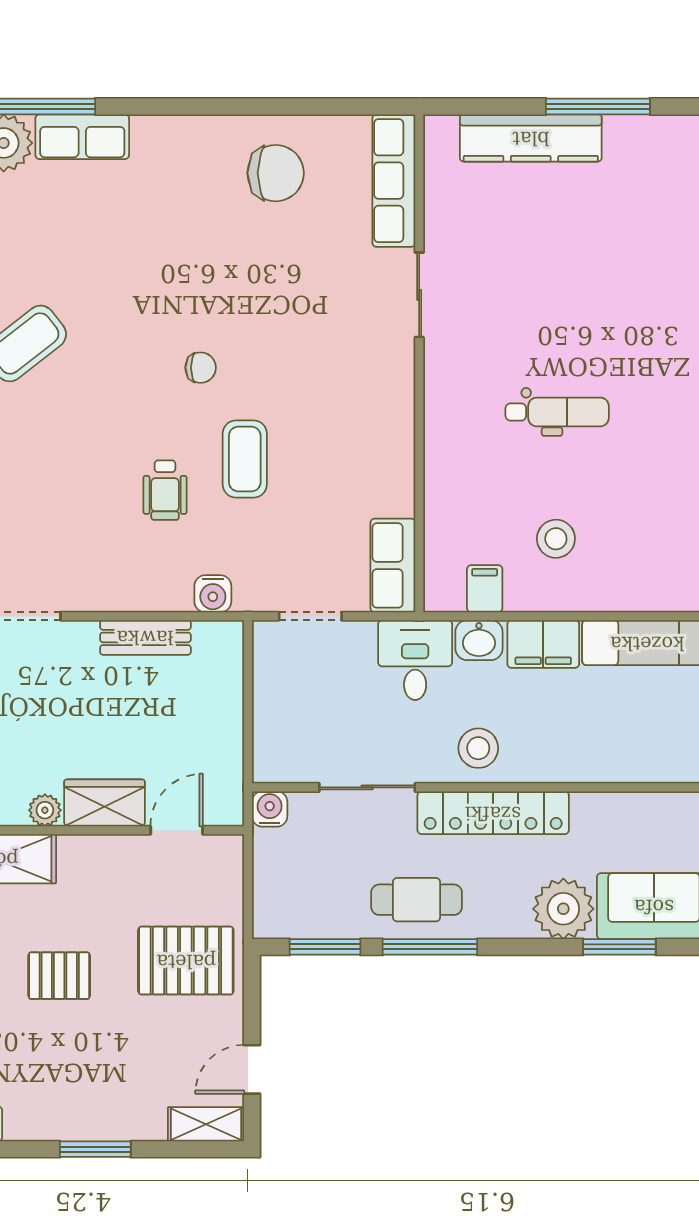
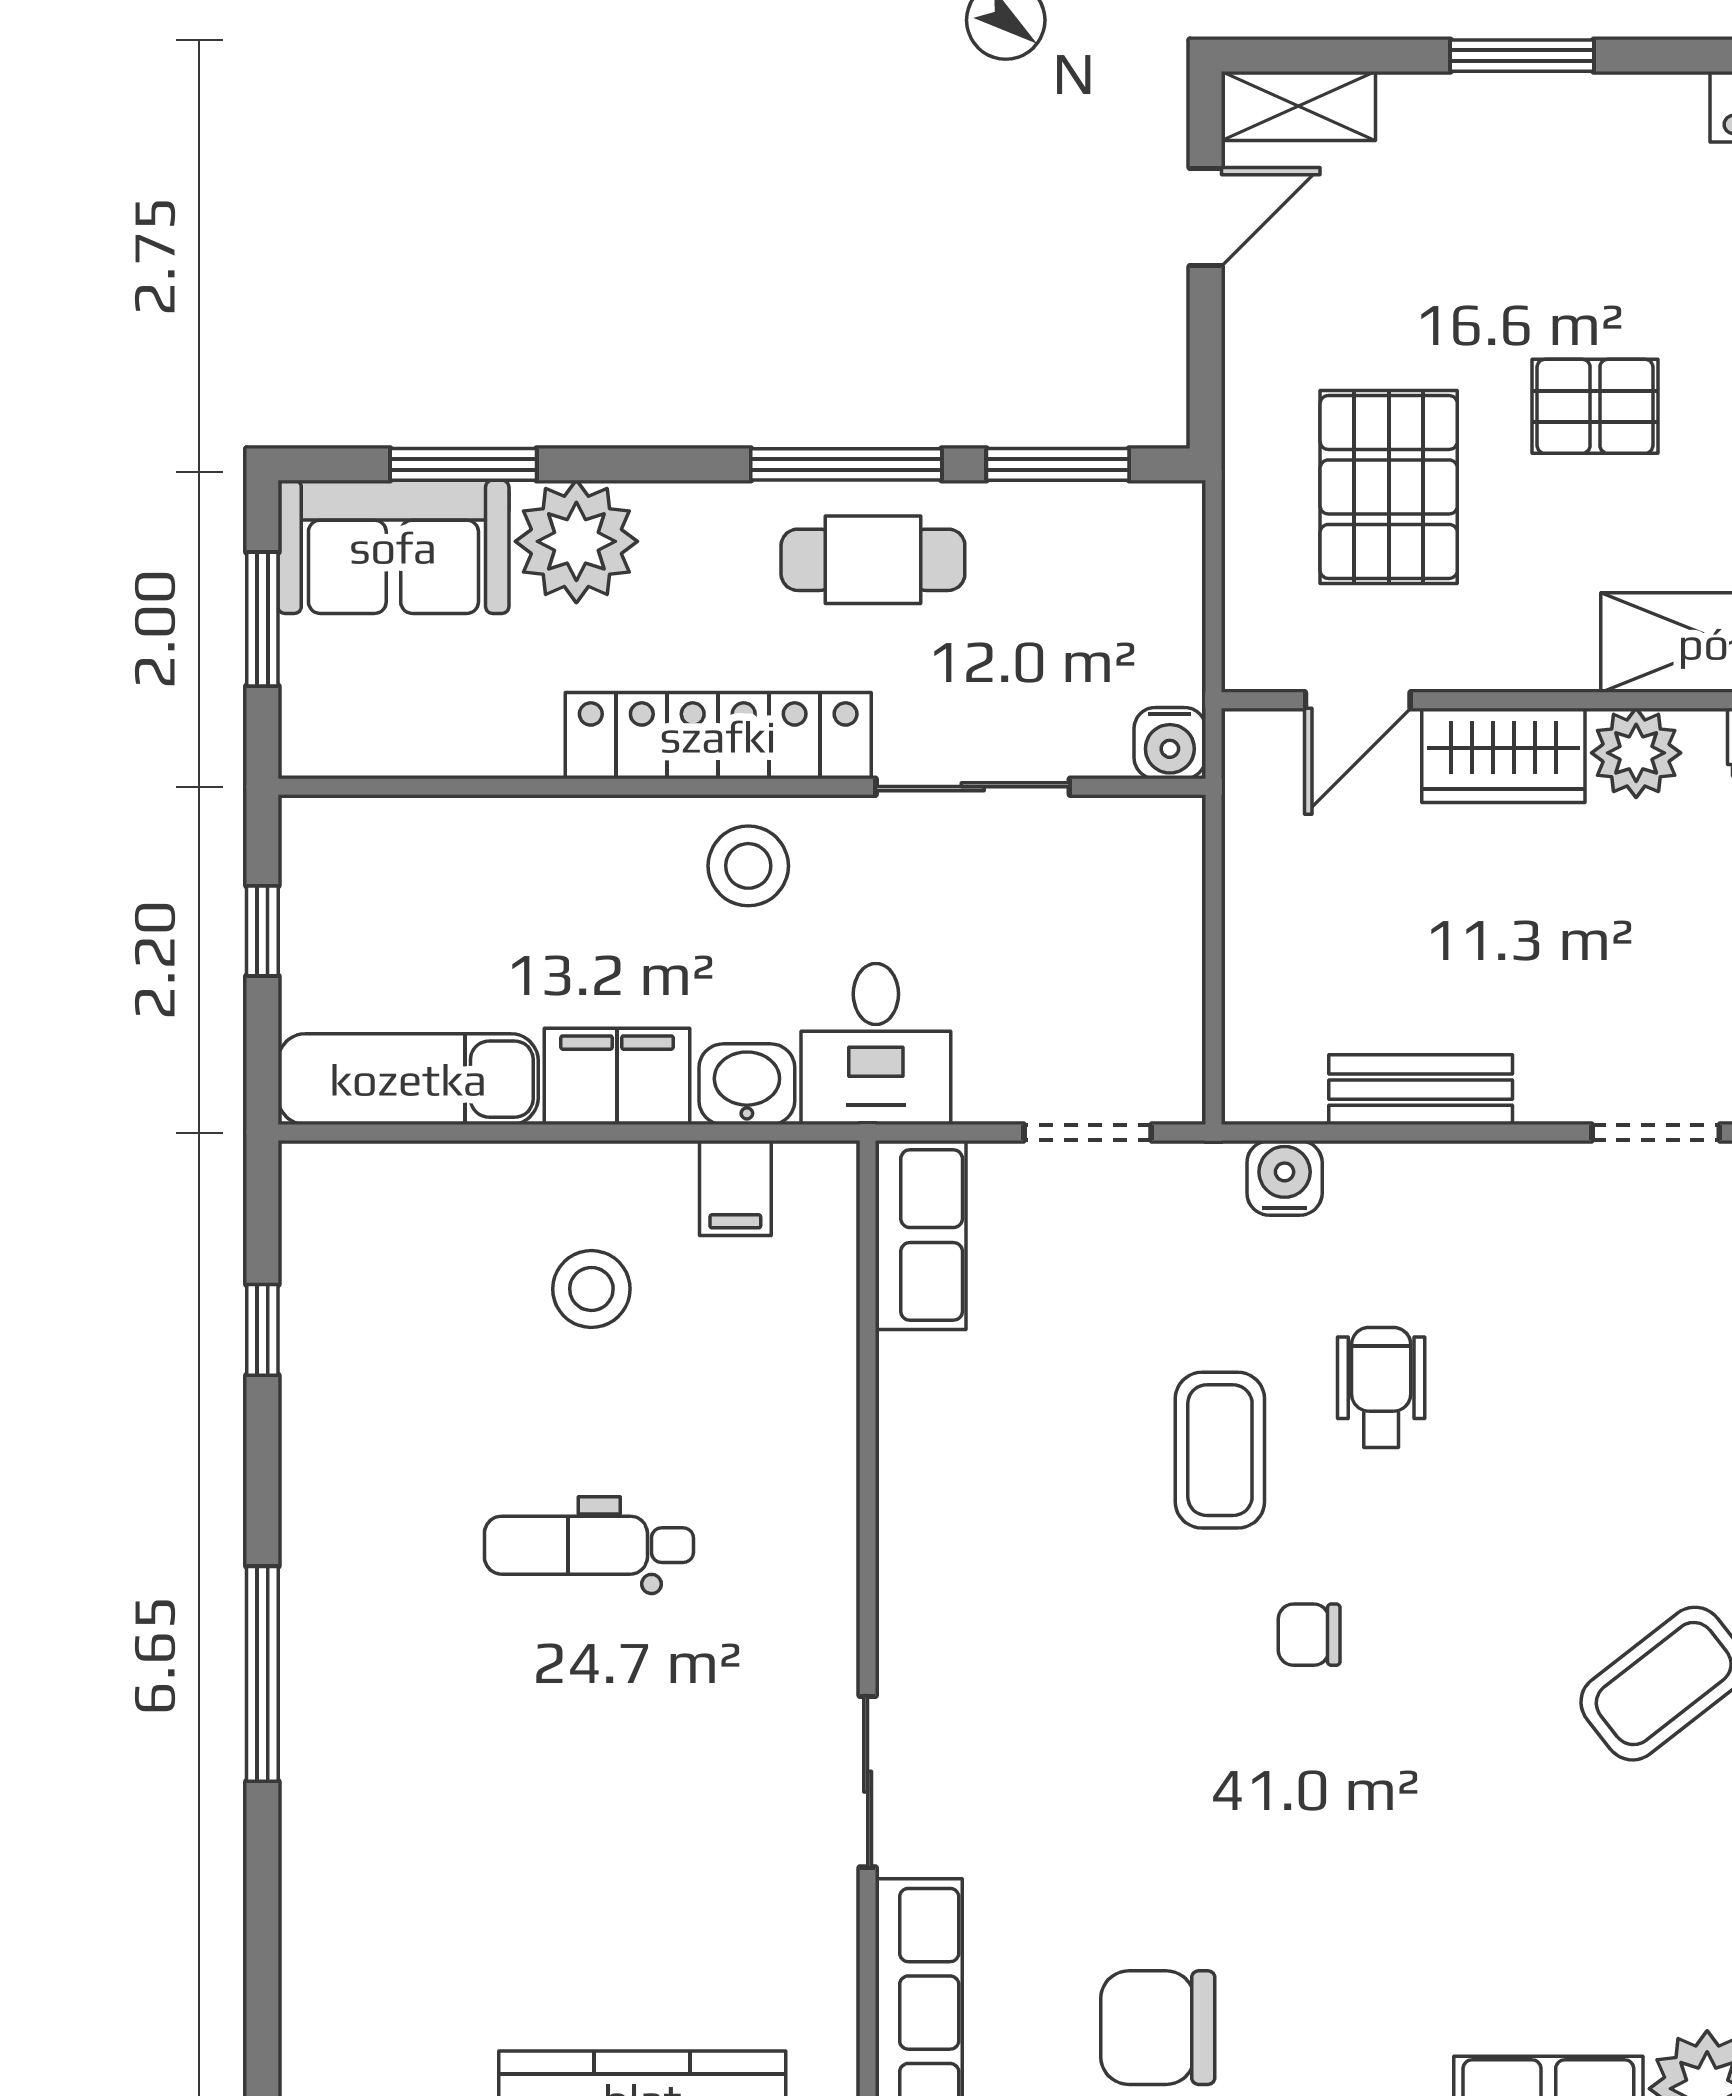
plant: (45, 810) -> (1636, 753), width x1.38, depth x1.38
pallet: (186, 961) -> (1389, 487), moved, turned 90

